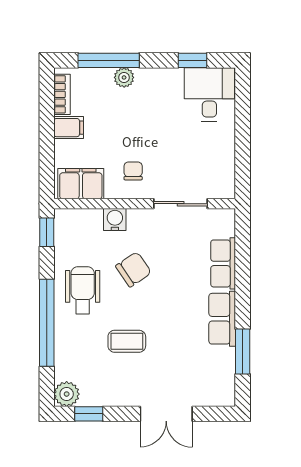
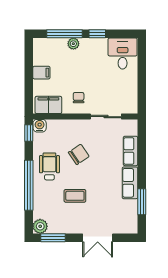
window: (193, 60) -> (97, 34), moved
bookcase: (62, 94) -> (38, 53), removed
water cooler: (115, 220) -> (40, 126), moved
window: (89, 414) -> (53, 238), width x1.50

